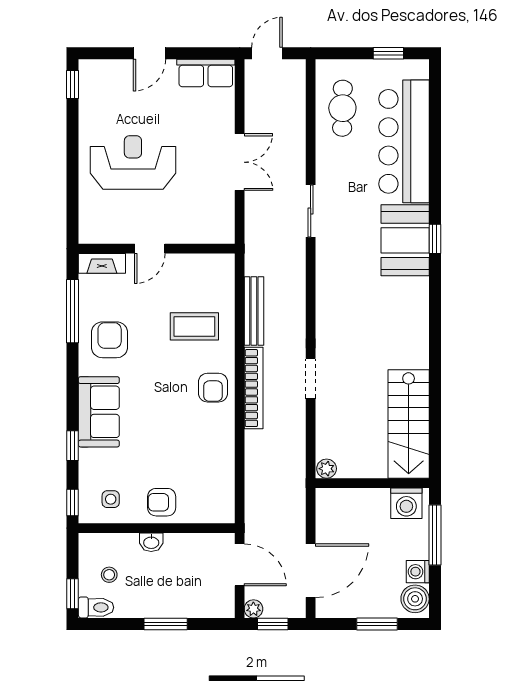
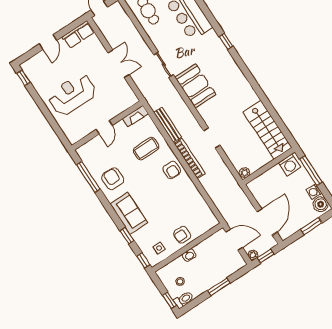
booth: (405, 240) -> (195, 86), moved
fireplace: (102, 263) -> (135, 116), moved

